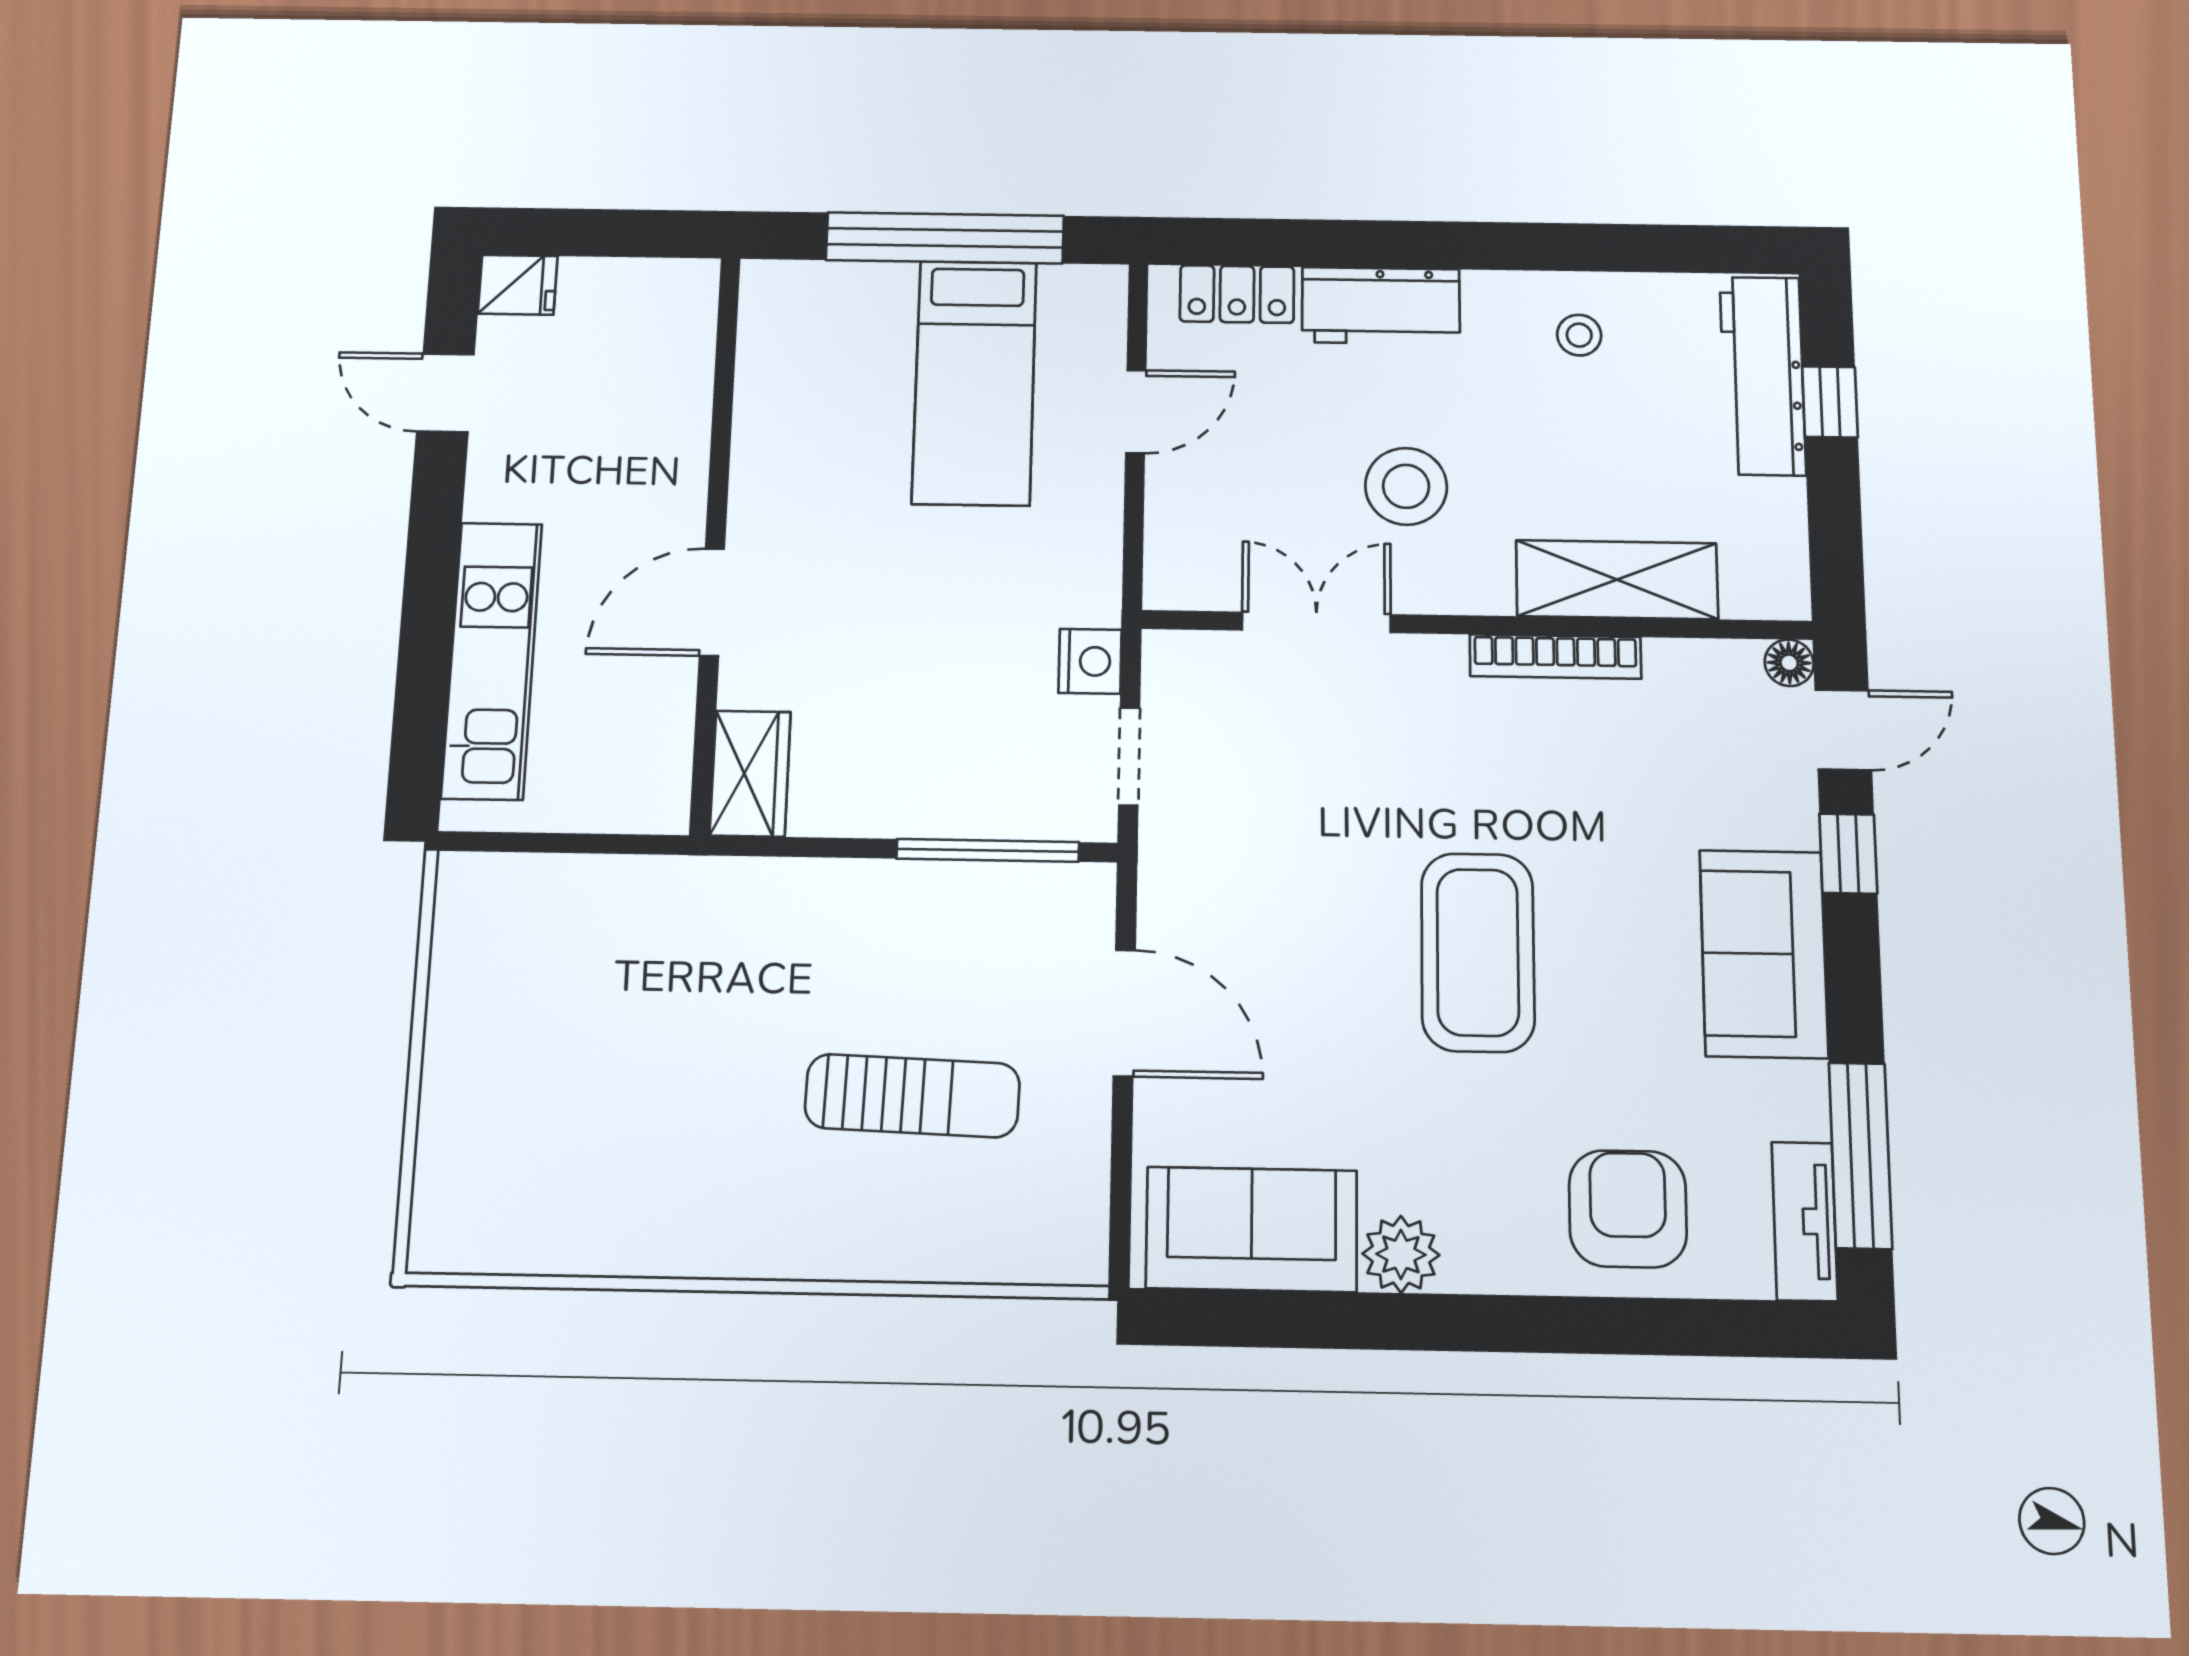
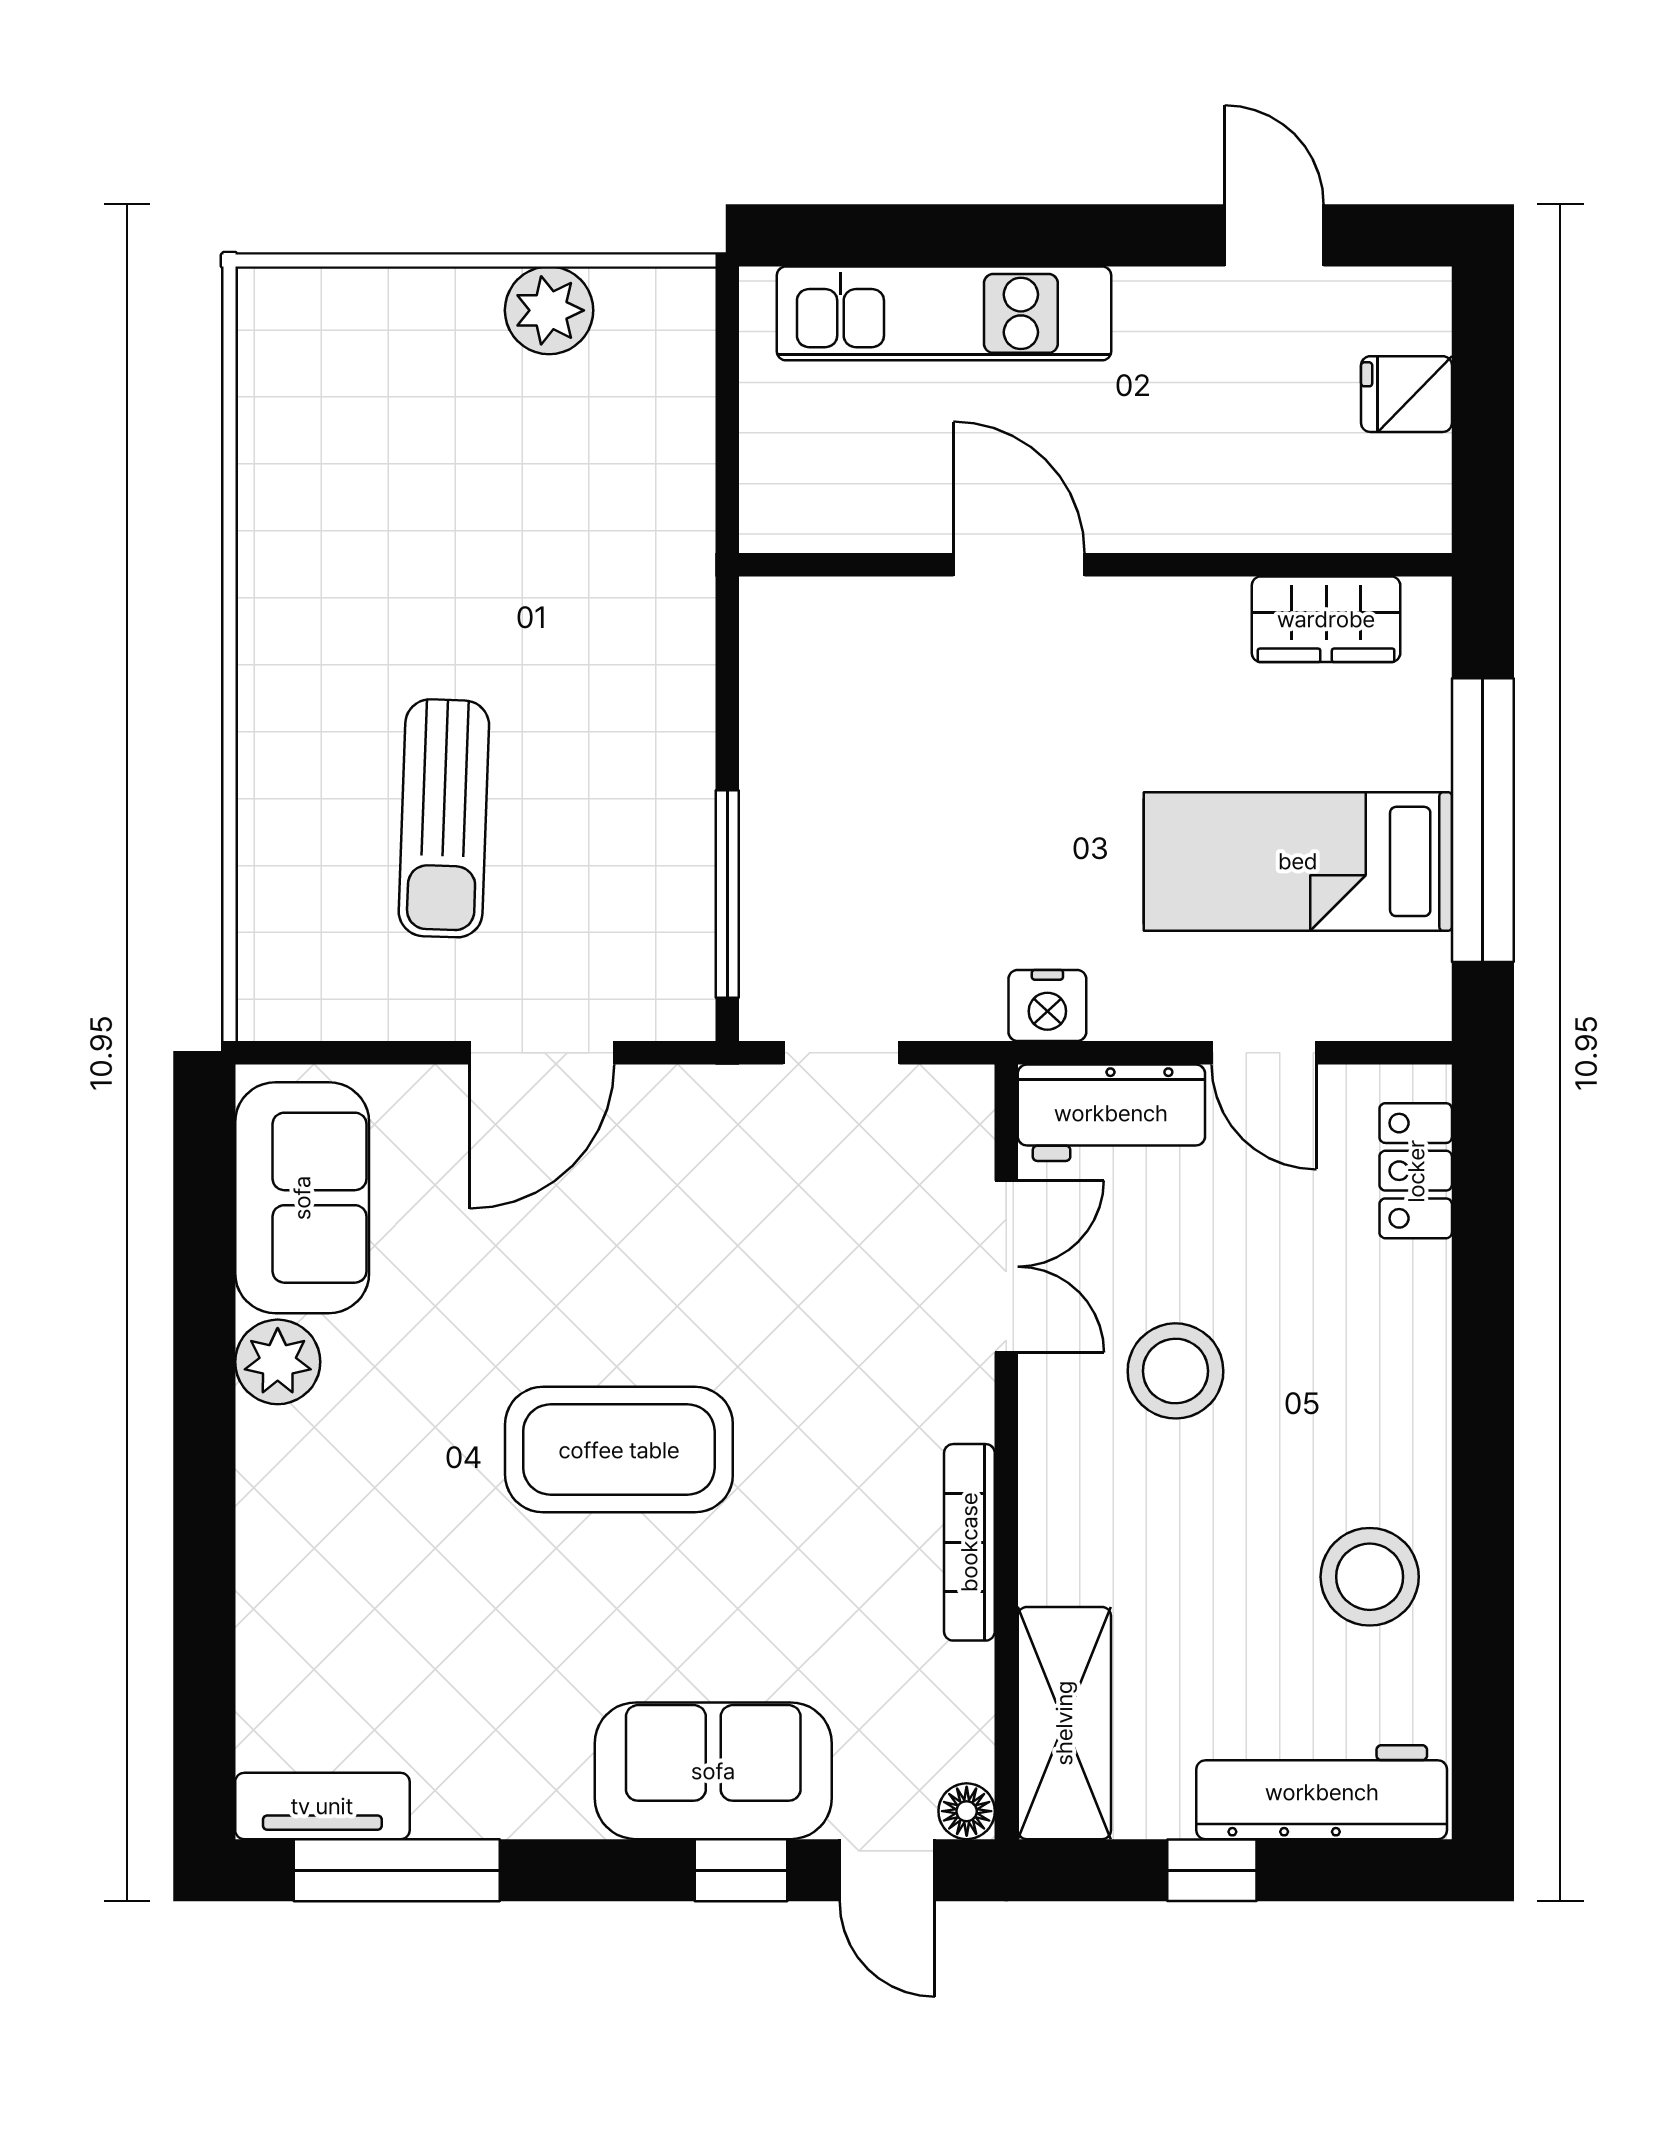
fridge: (518, 285) -> (1407, 394), moved, turned 90
workbench: (1381, 306) -> (1111, 1113), moved, turned -90
stool: (1579, 335) -> (1370, 1577), width x1.89, depth x1.89
door: (445, 393) -> (1274, 235), hinge flipped
window: (1830, 402) -> (1212, 1870), moved
shelving: (1617, 580) -> (1064, 1723), moved
nightstand: (1090, 661) -> (1047, 1005), moved
wardrobe: (750, 774) -> (1326, 619), moved
sofa: (1764, 954) -> (713, 1771), moved
plant: (465, 995) -> (549, 310), added
armchair: (1628, 1209) -> (333, 1612), removed

